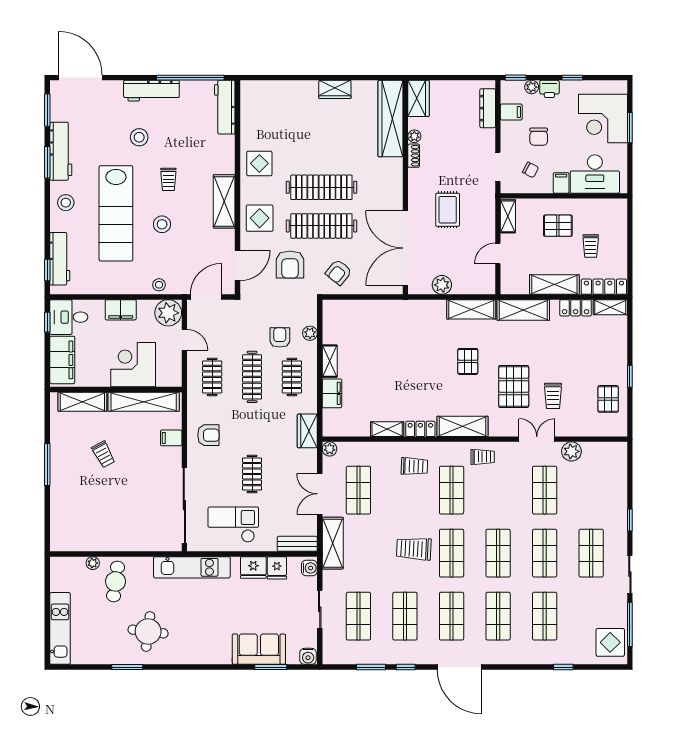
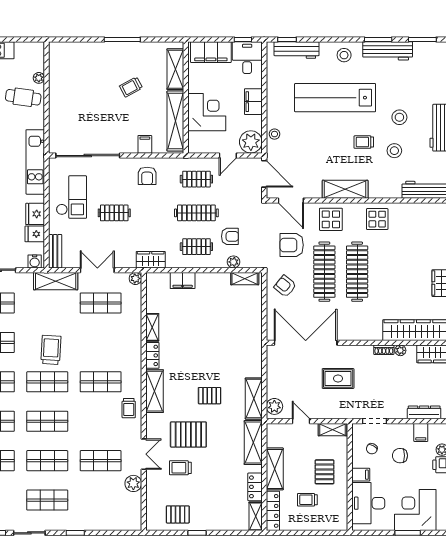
stool: (162, 224) -> (394, 151), moved
plant: (442, 285) -> (274, 406), moved
shelving: (330, 361) -> (245, 279), moved
trolley: (414, 466) -> (121, 350), removed

